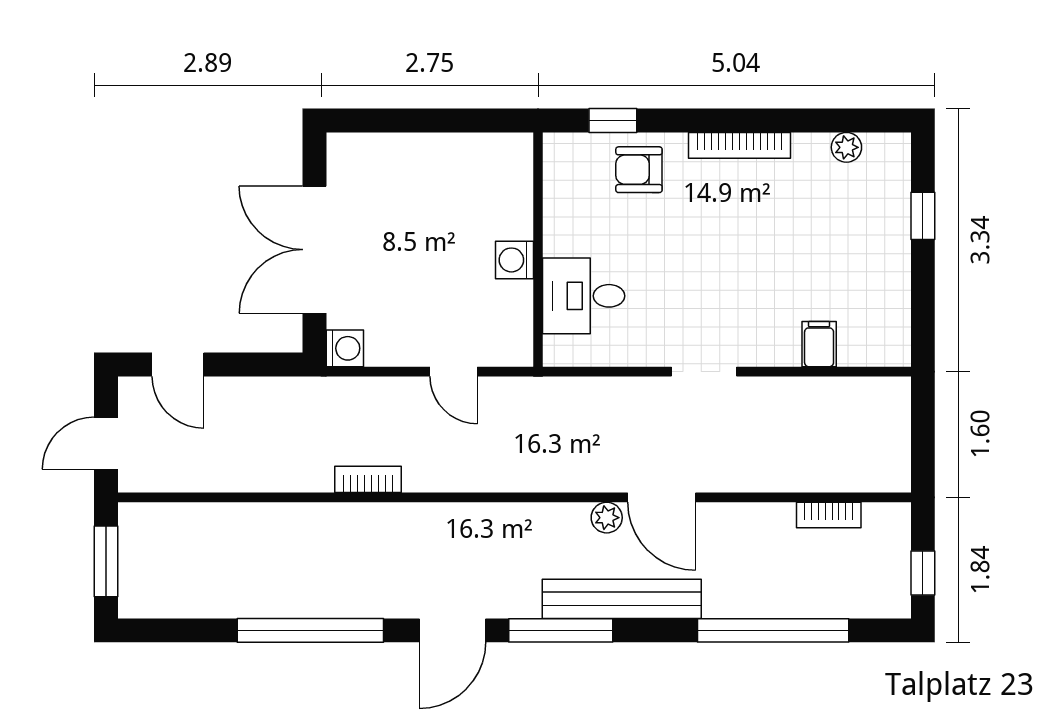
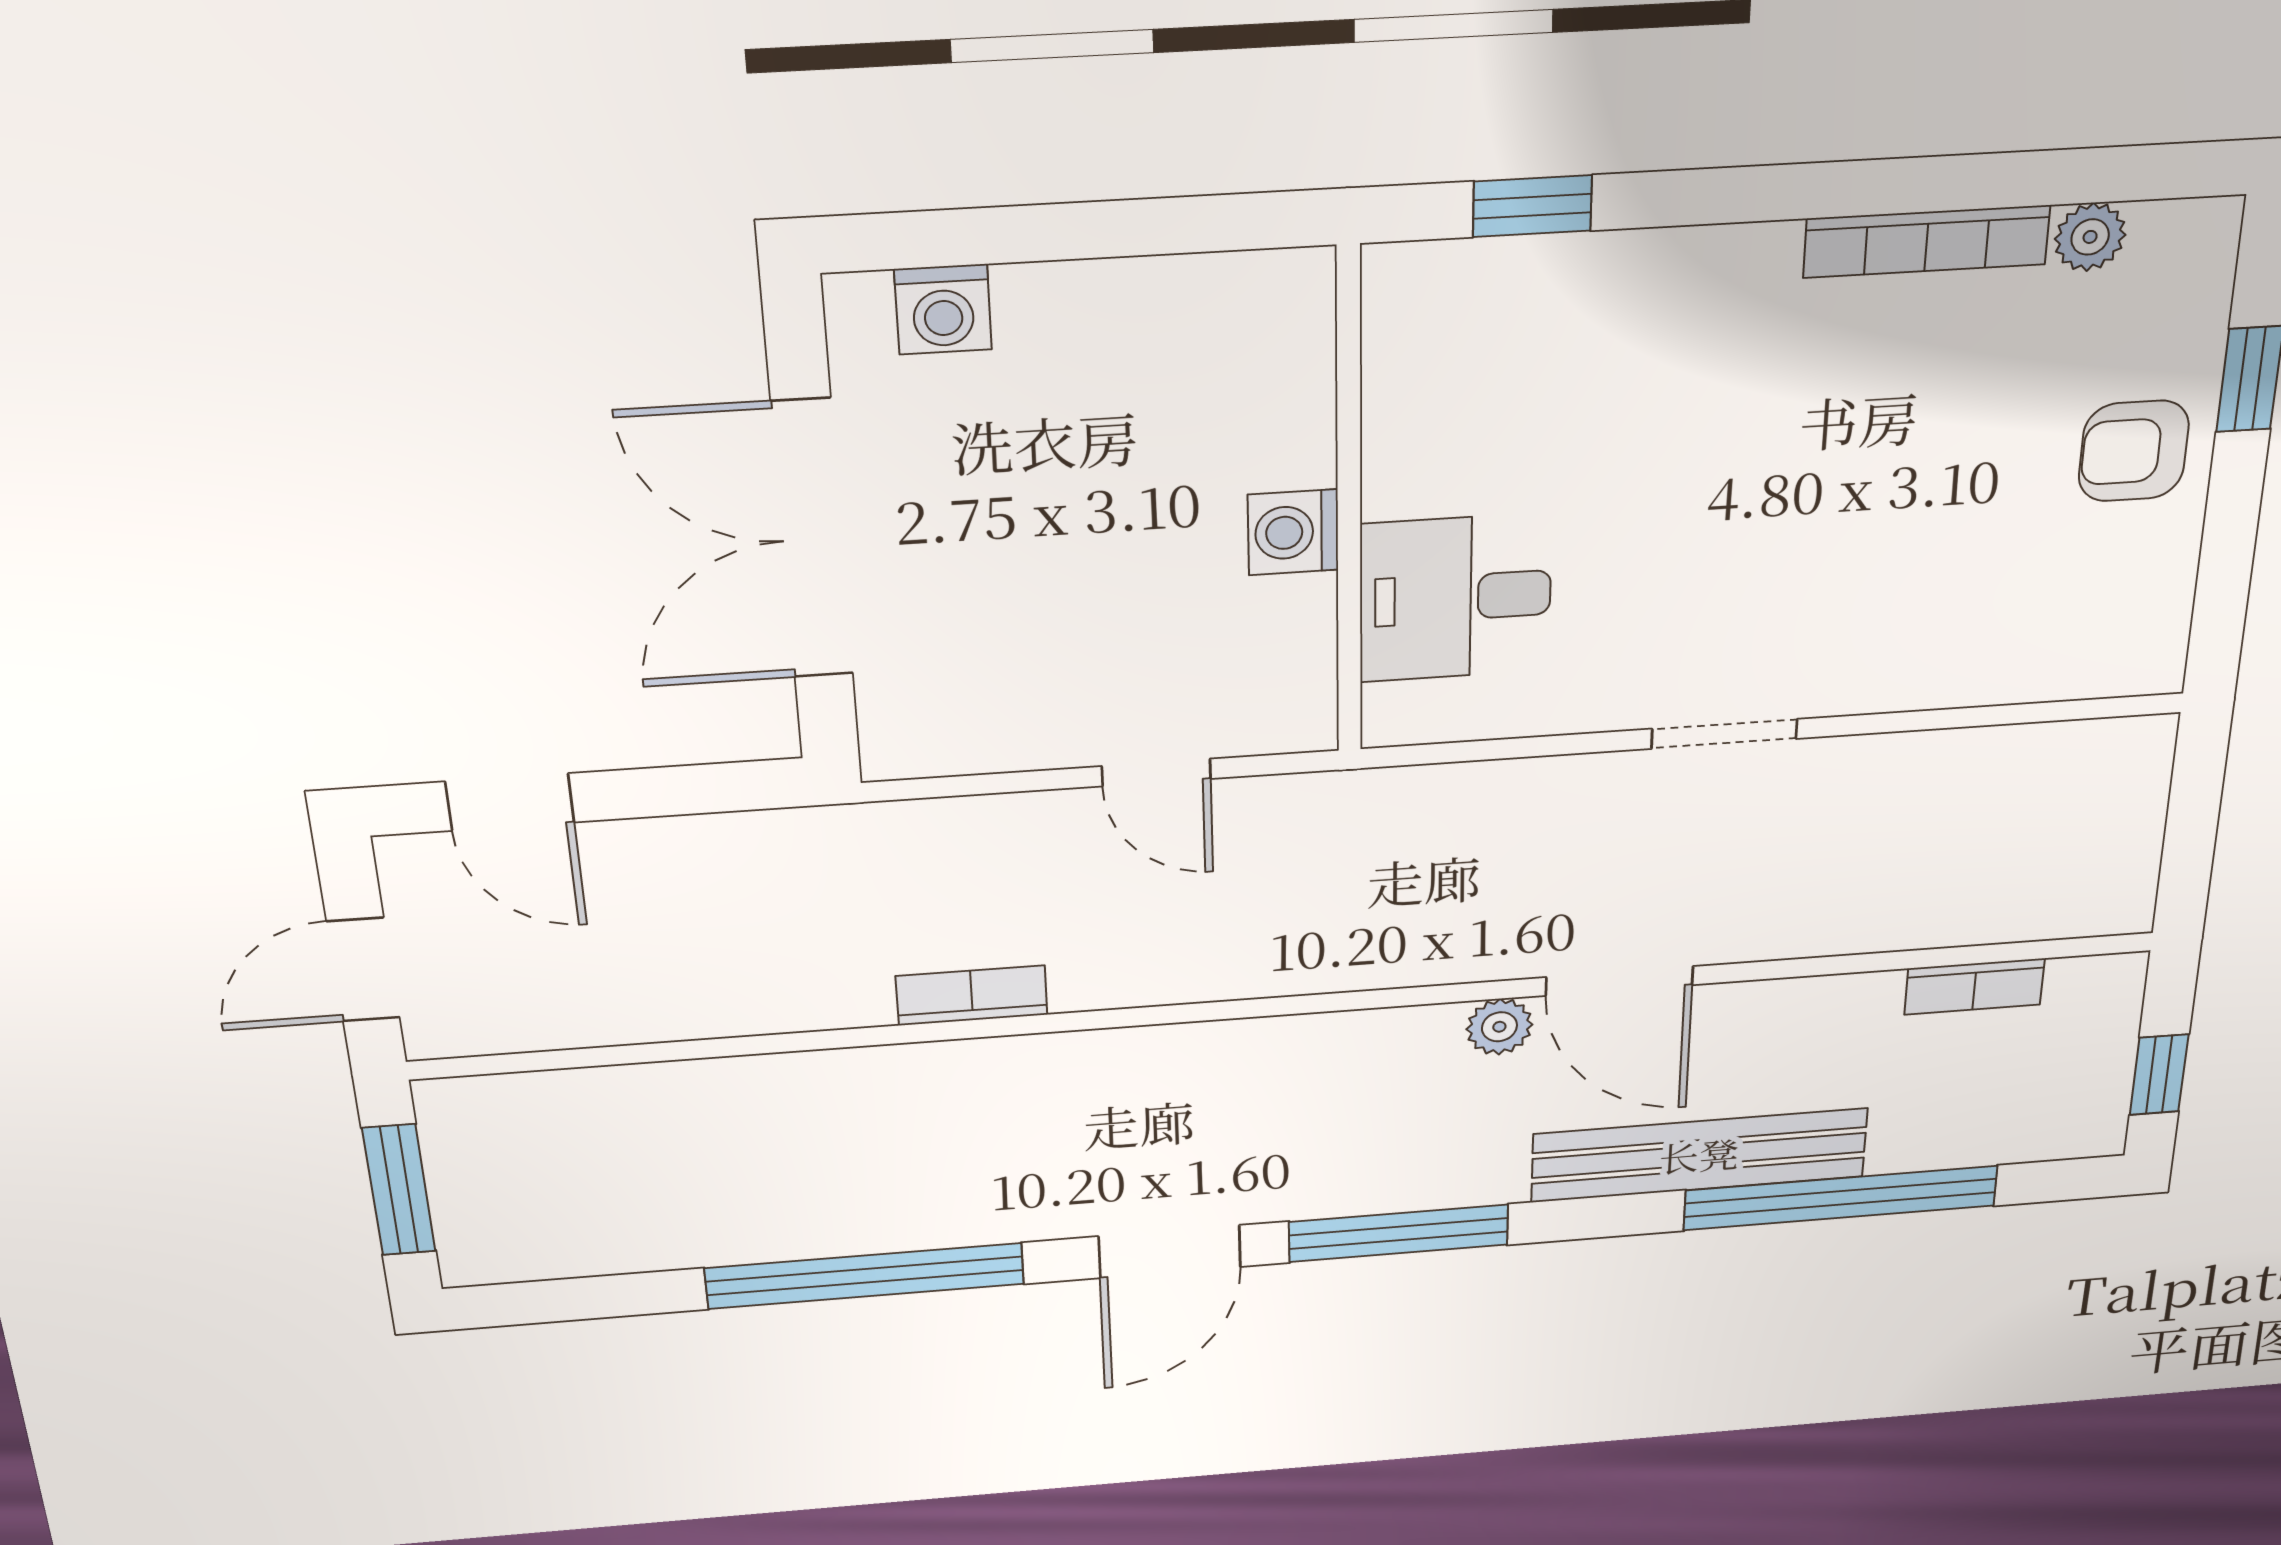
bookcase: (740, 145) -> (1927, 242), moved
armchair: (639, 170) -> (2134, 451), moved
filing cabinet: (819, 344) -> (1985, 662), removed
washing machine: (345, 348) -> (943, 309), moved, turned 90
bench: (622, 599) -> (1699, 1155), moved

